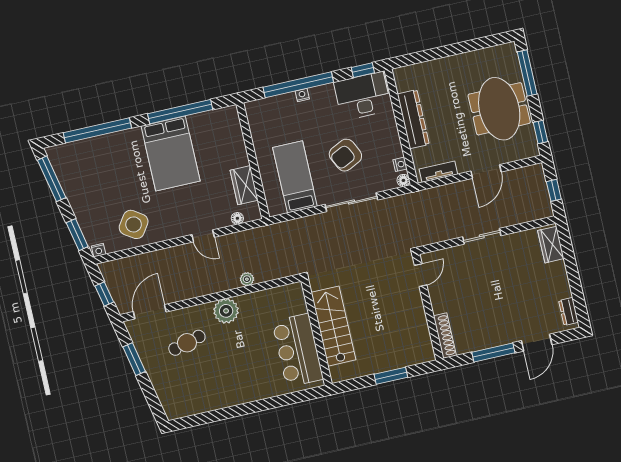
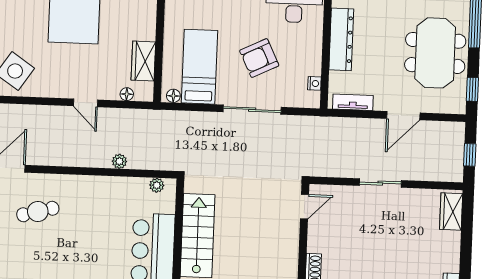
floor lamp: (403, 180) -> (173, 96), moved
plant: (226, 311) -> (157, 185), moved, width x0.53, depth x0.53

